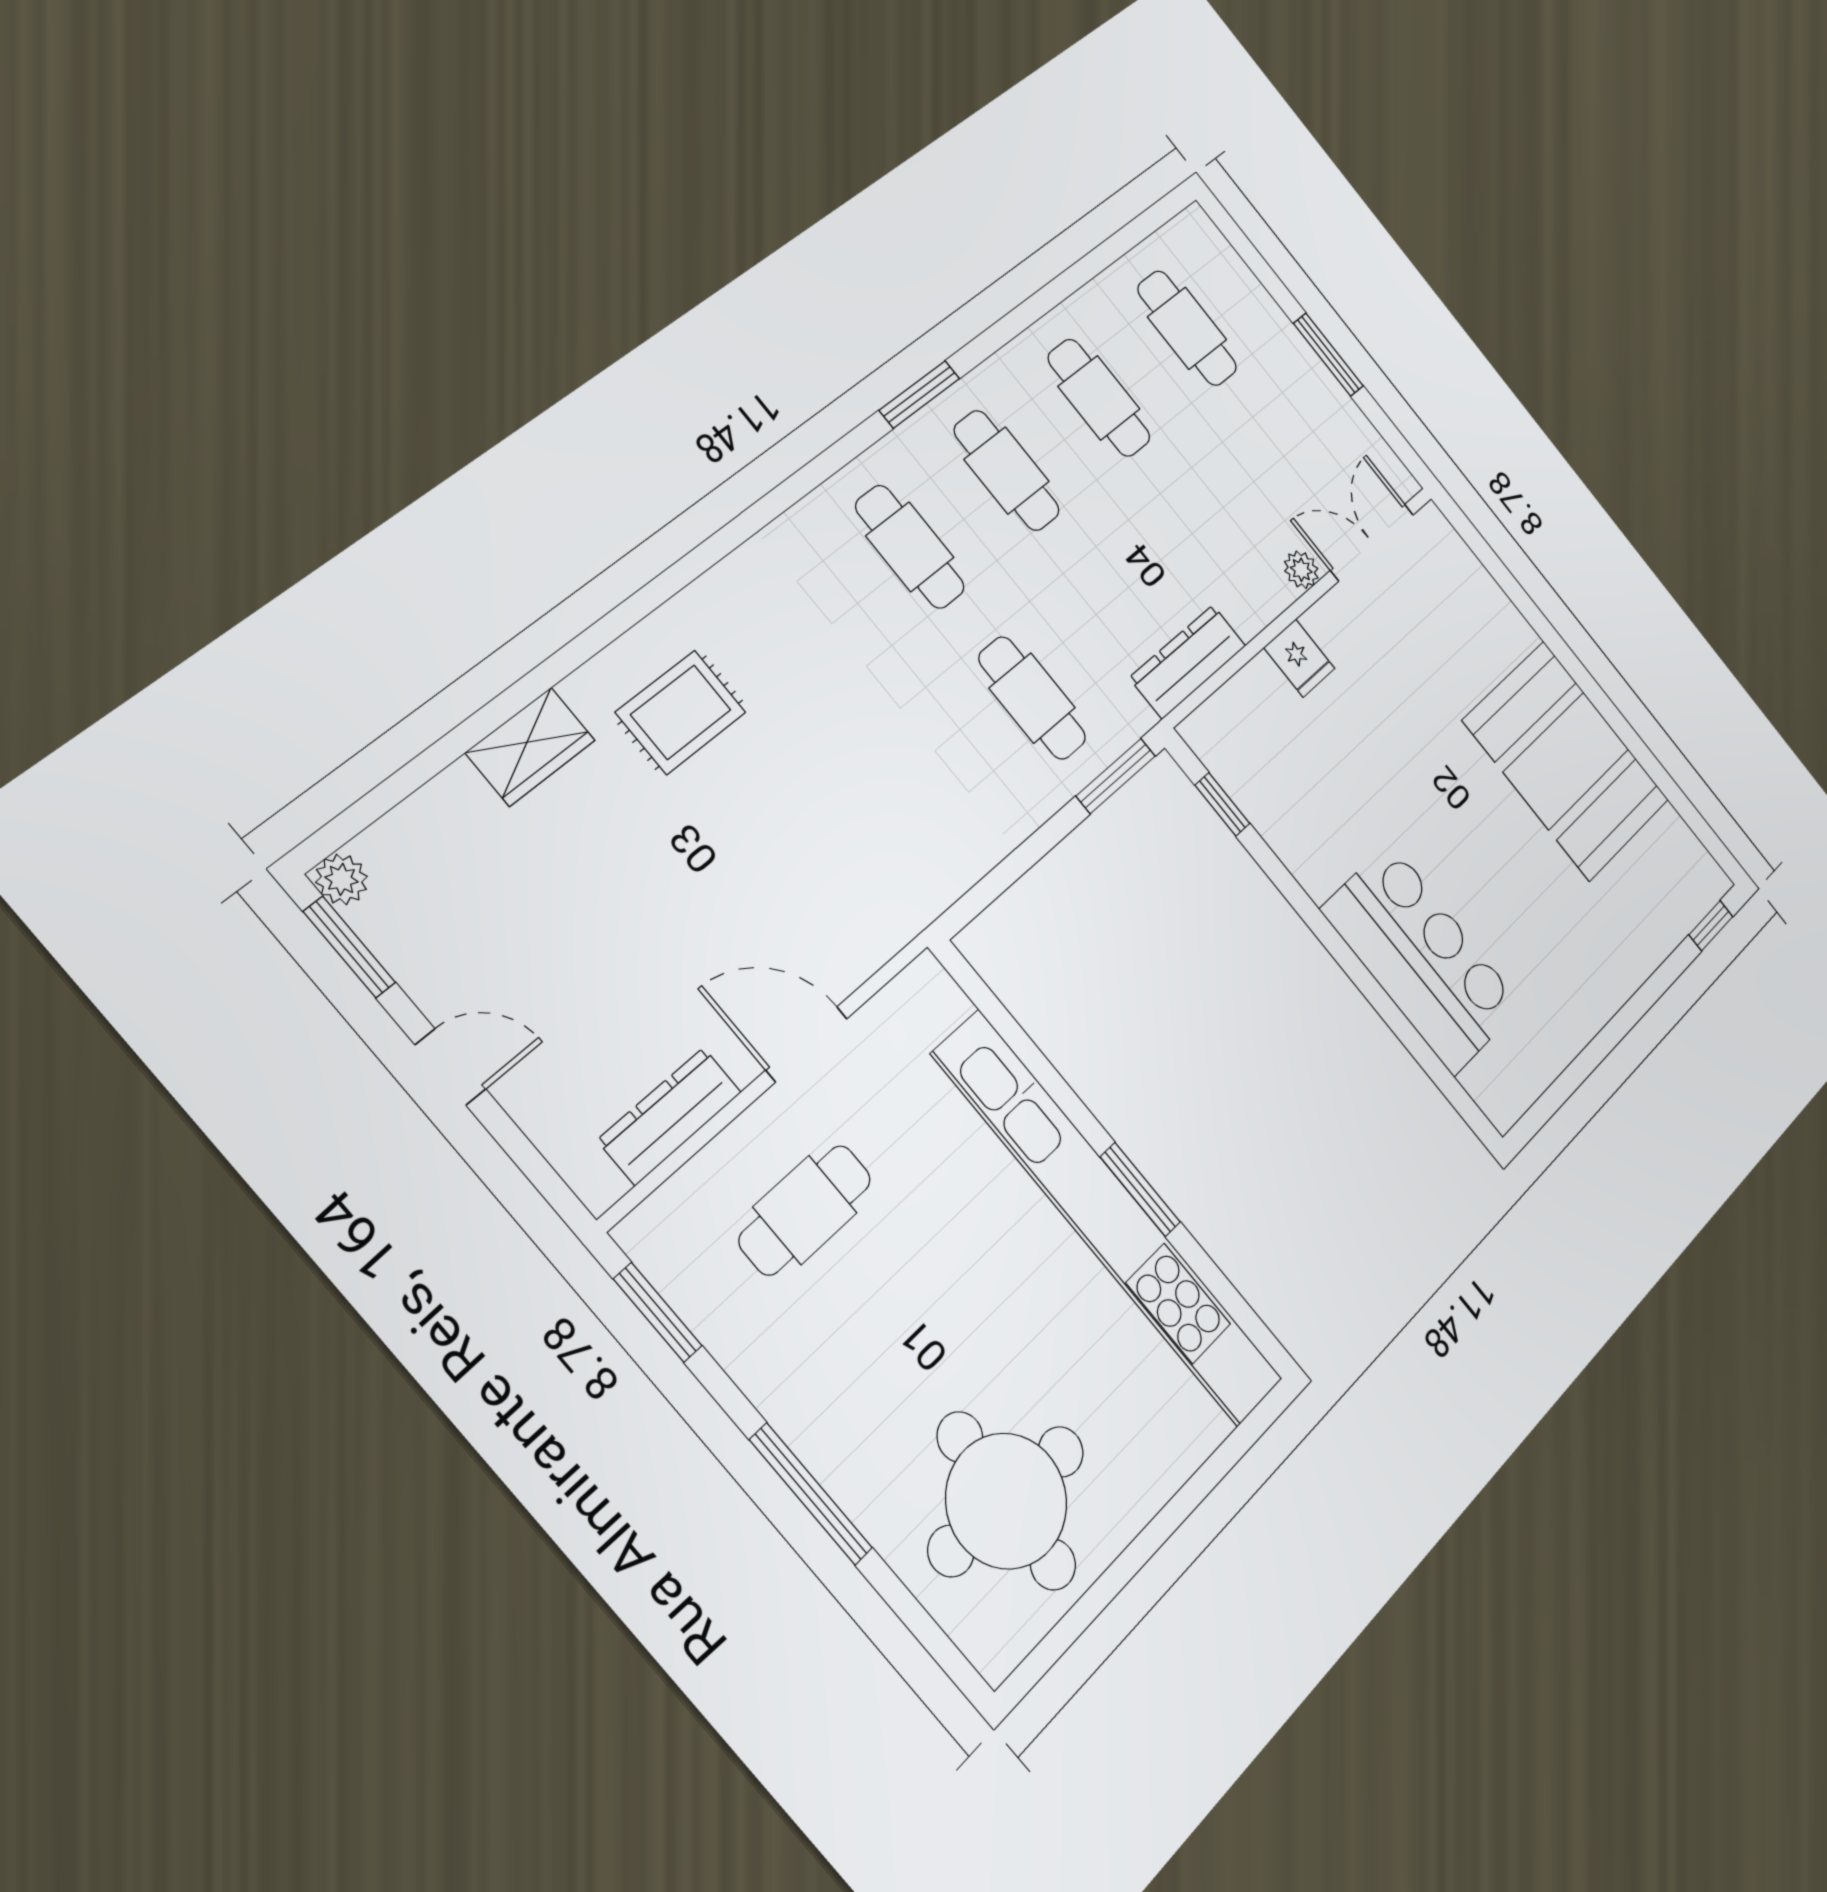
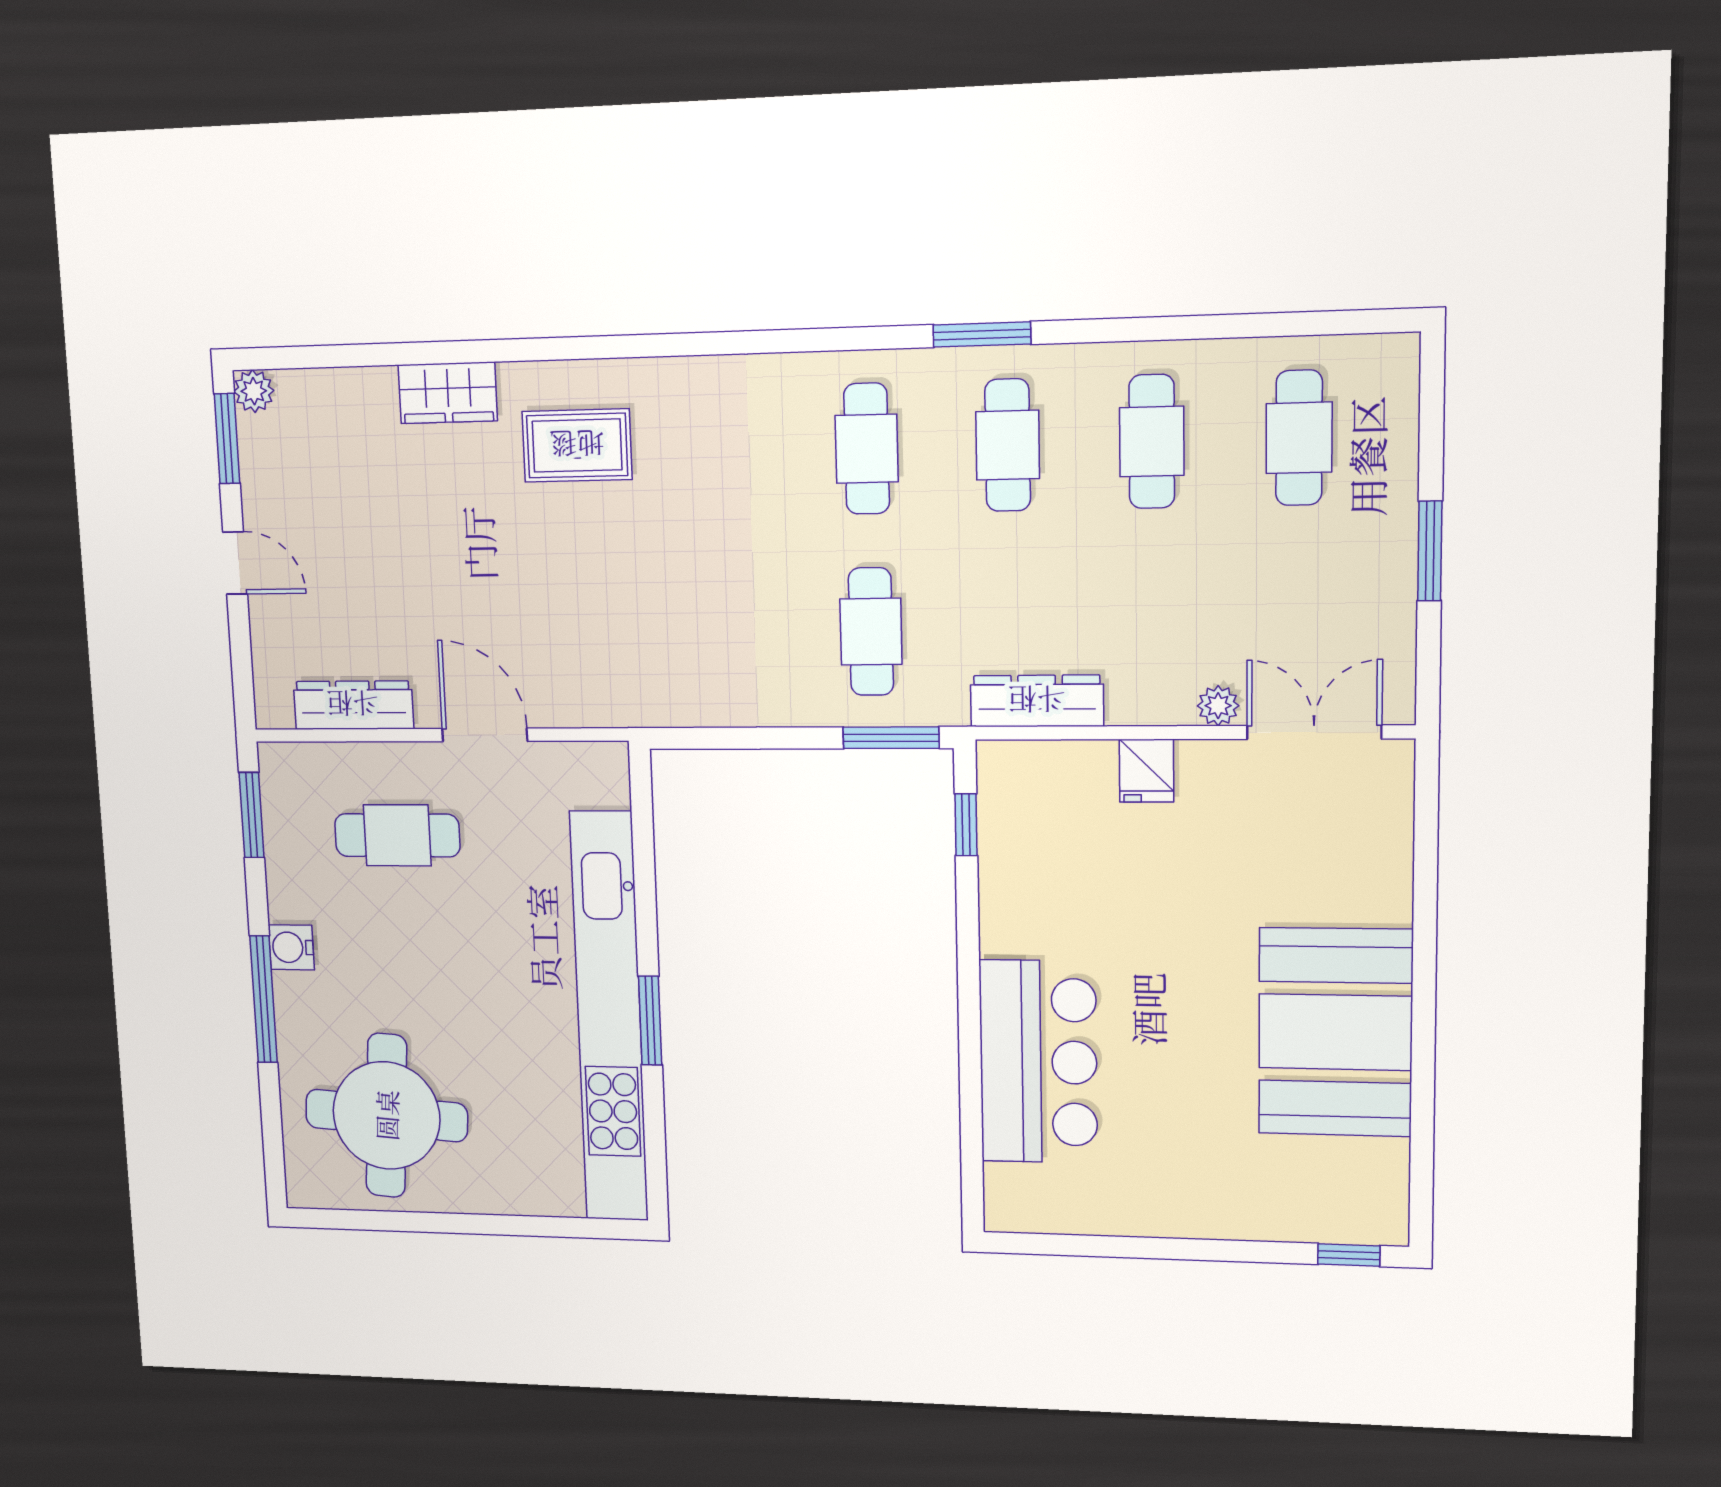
water cooler: (796, 1414) -> (291, 947), added

